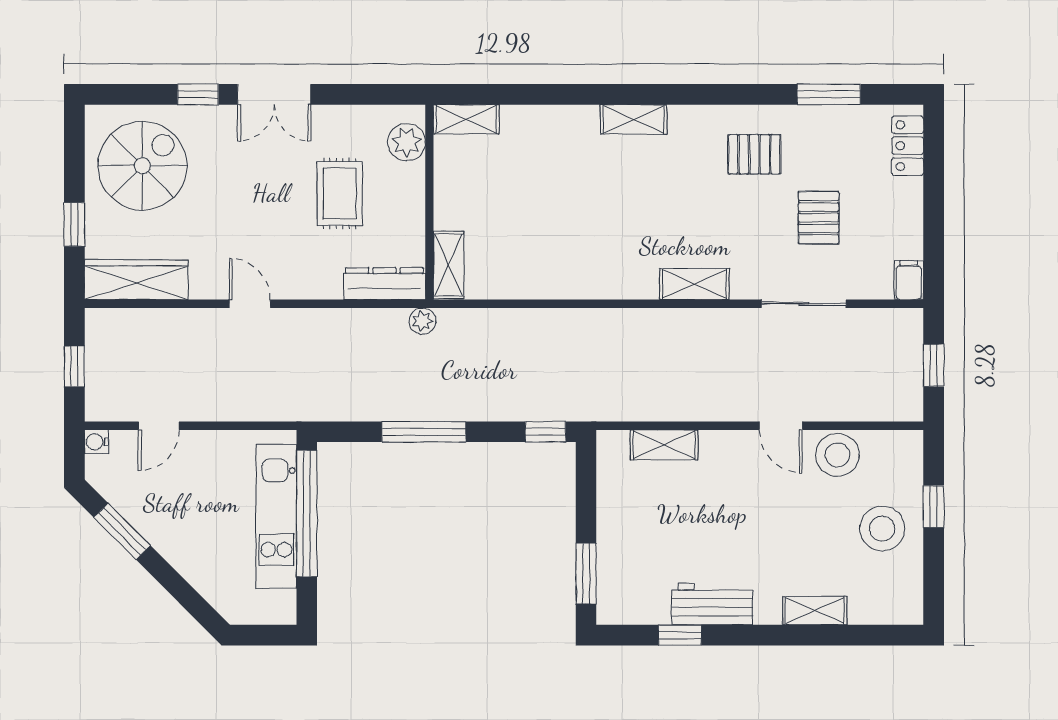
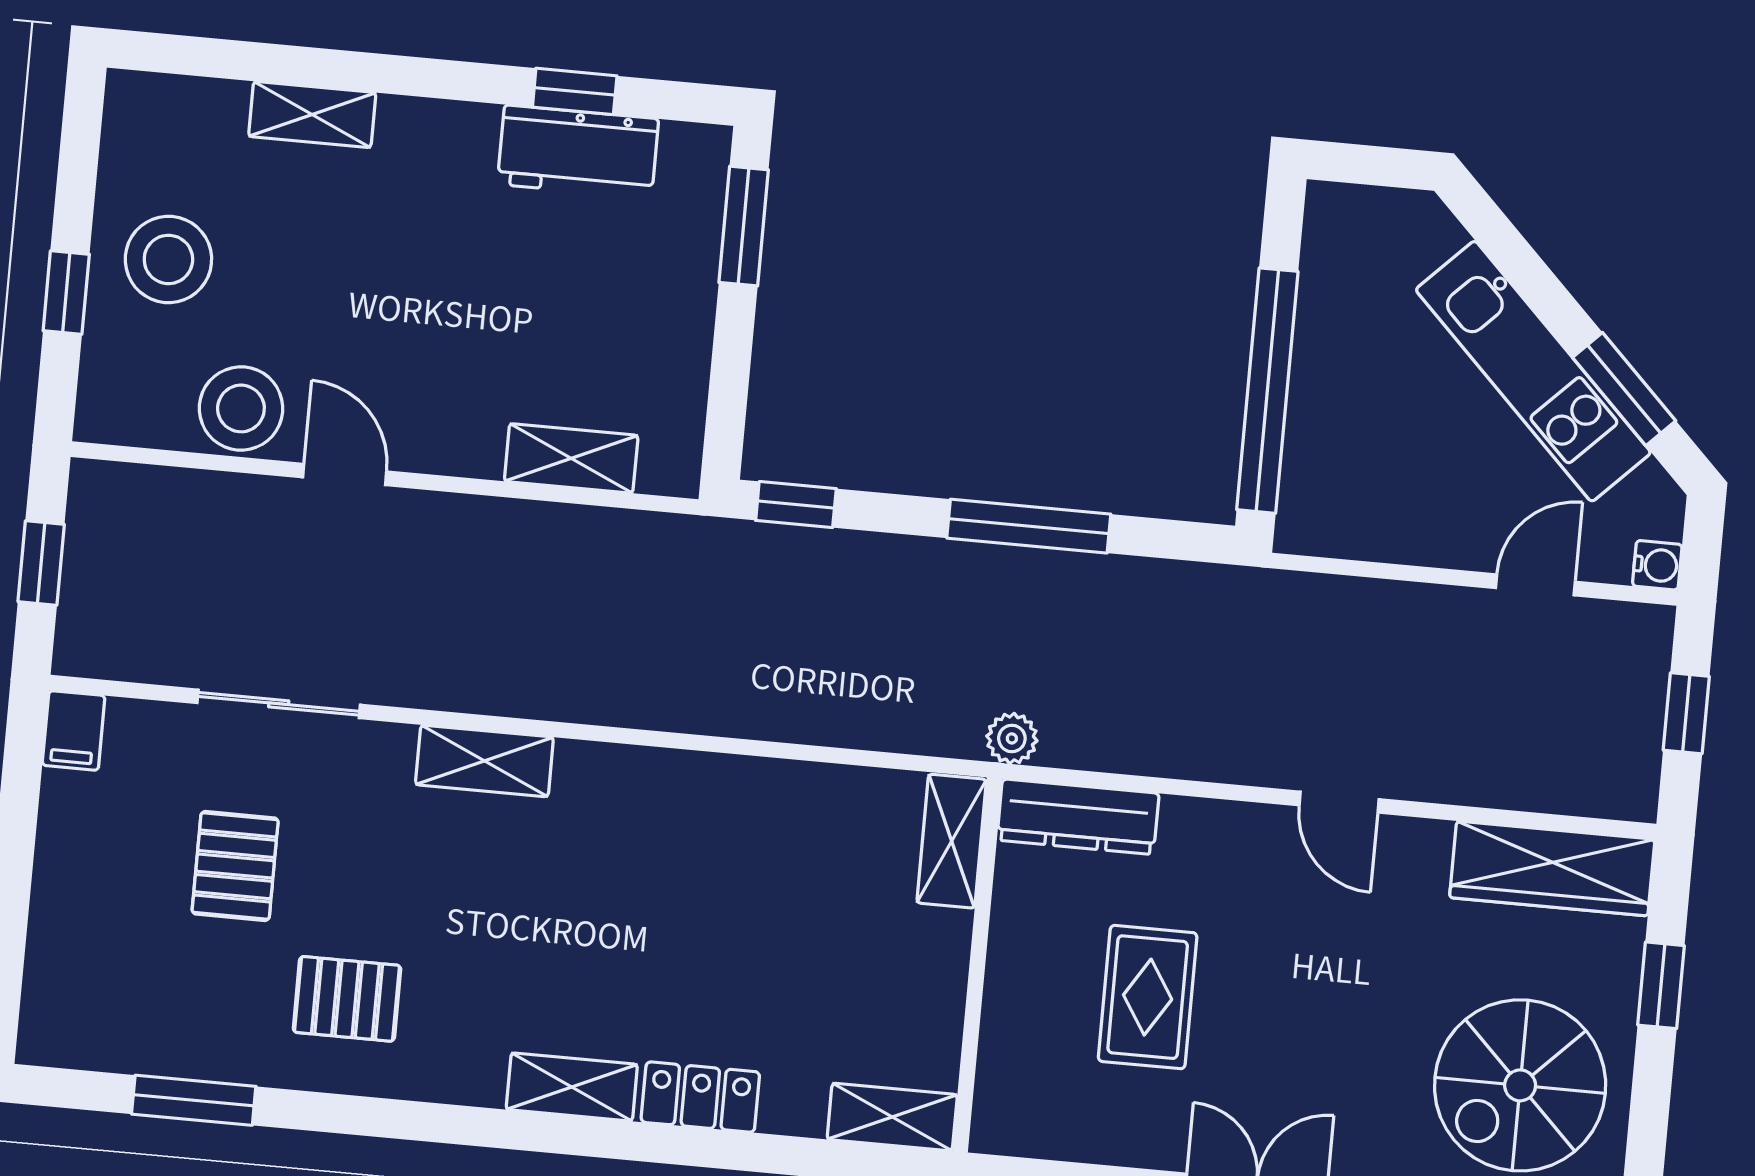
plant: (407, 142) -> (1010, 1084), removed
locker: (908, 146) -> (700, 1097), moved, turned -90
kitchen unit: (276, 516) -> (1533, 371), moved, turned 135
workbench: (712, 604) -> (578, 152), moved

